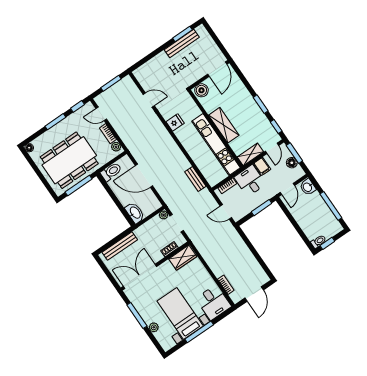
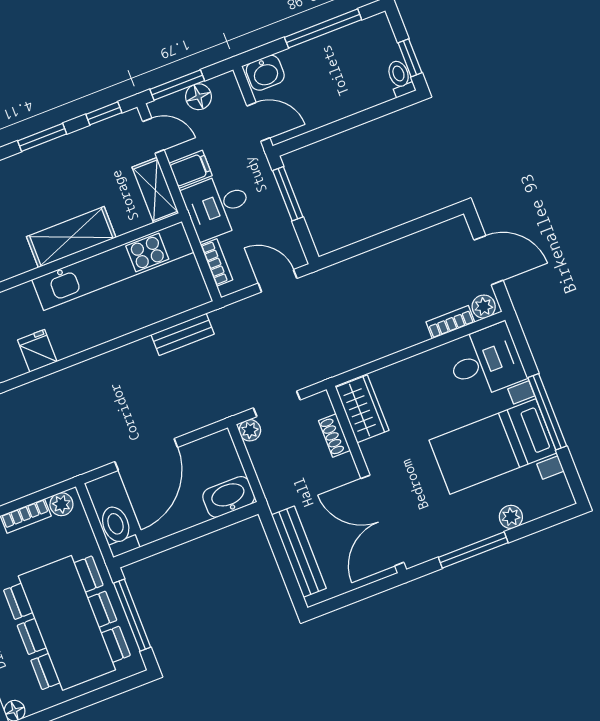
door: (226, 212) -> (278, 281), swing flipped
plant: (235, 296) -> (484, 307), added

